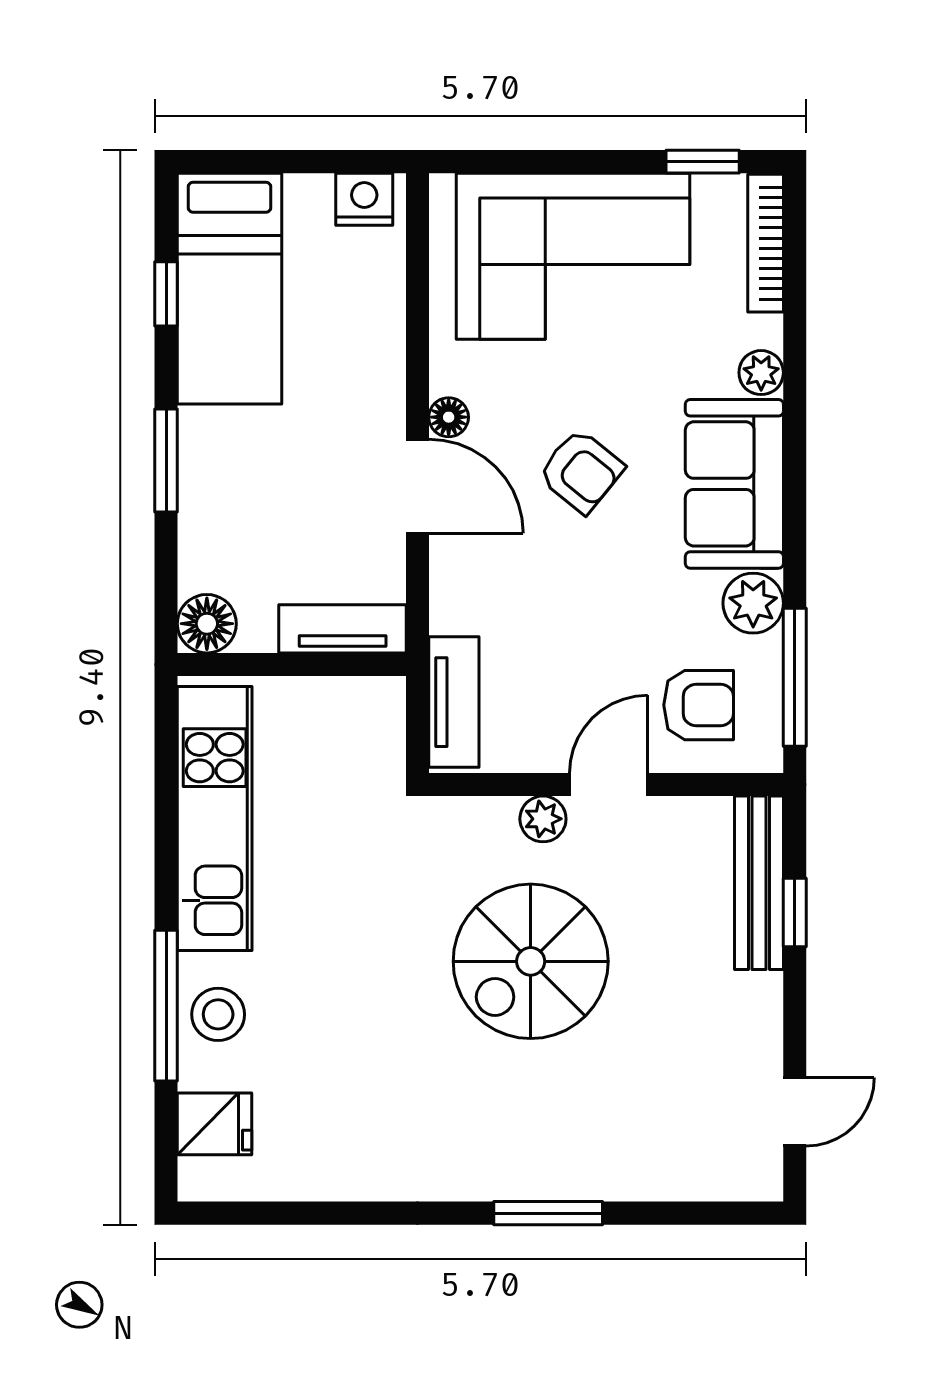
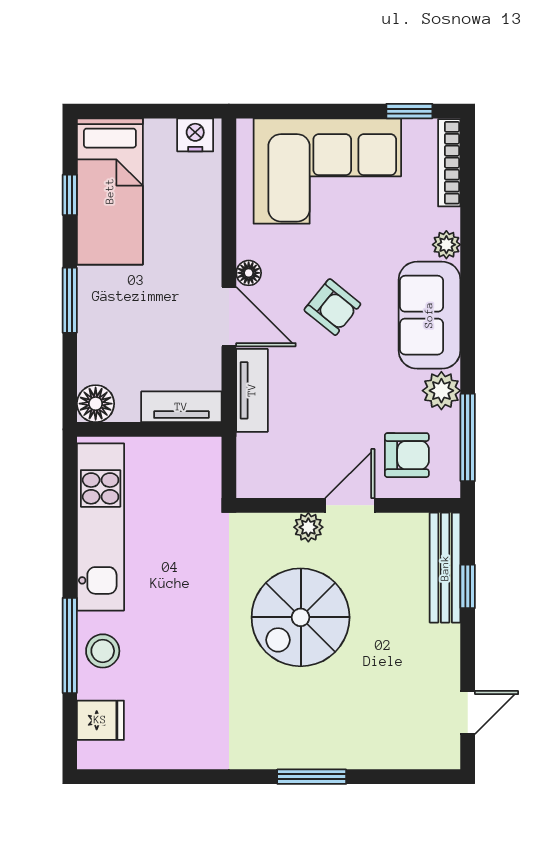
tv unit: (454, 702) -> (252, 390), moved

